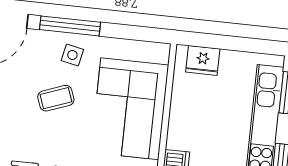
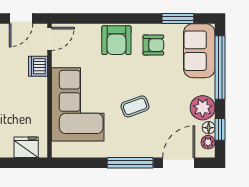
side table: (72, 55) -> (126, 141), removed

